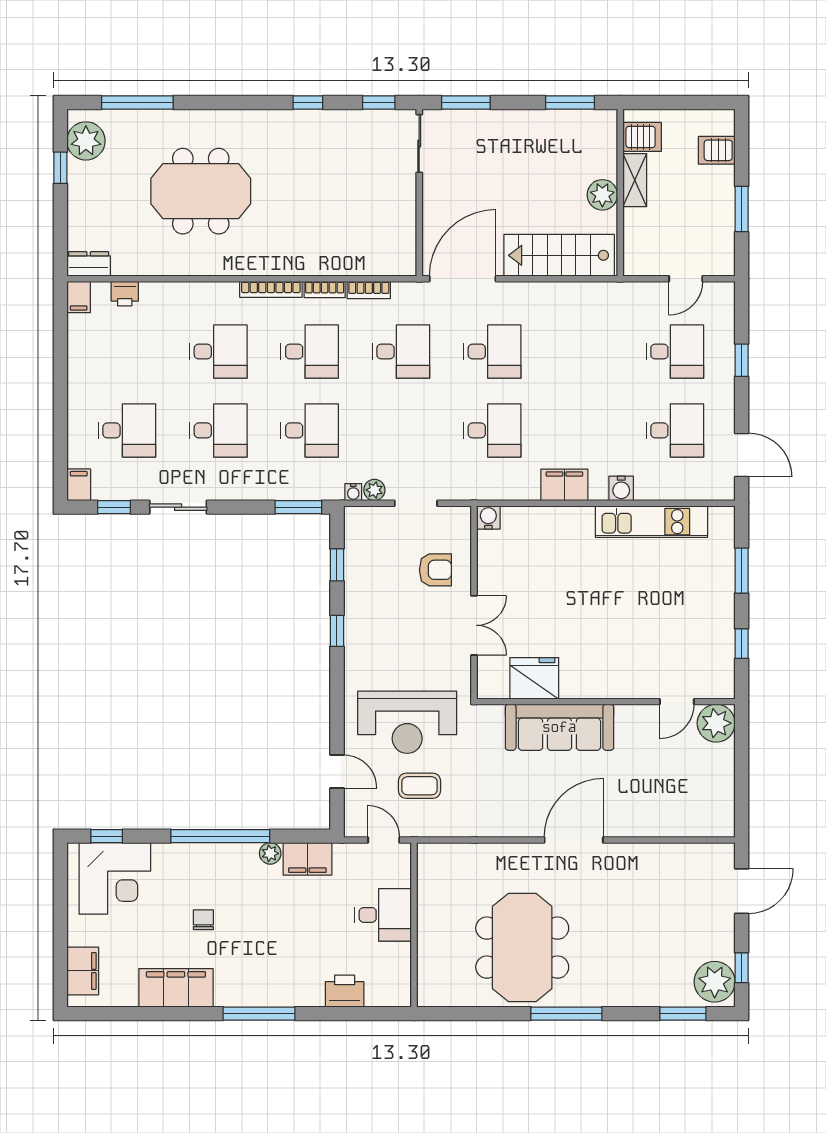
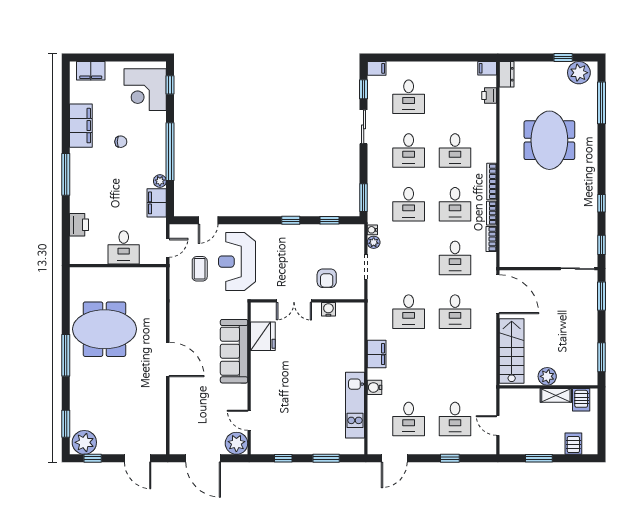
water cooler: (488, 518) -> (328, 309), moved, turned -90
door: (742, 780) -> (203, 458), added

